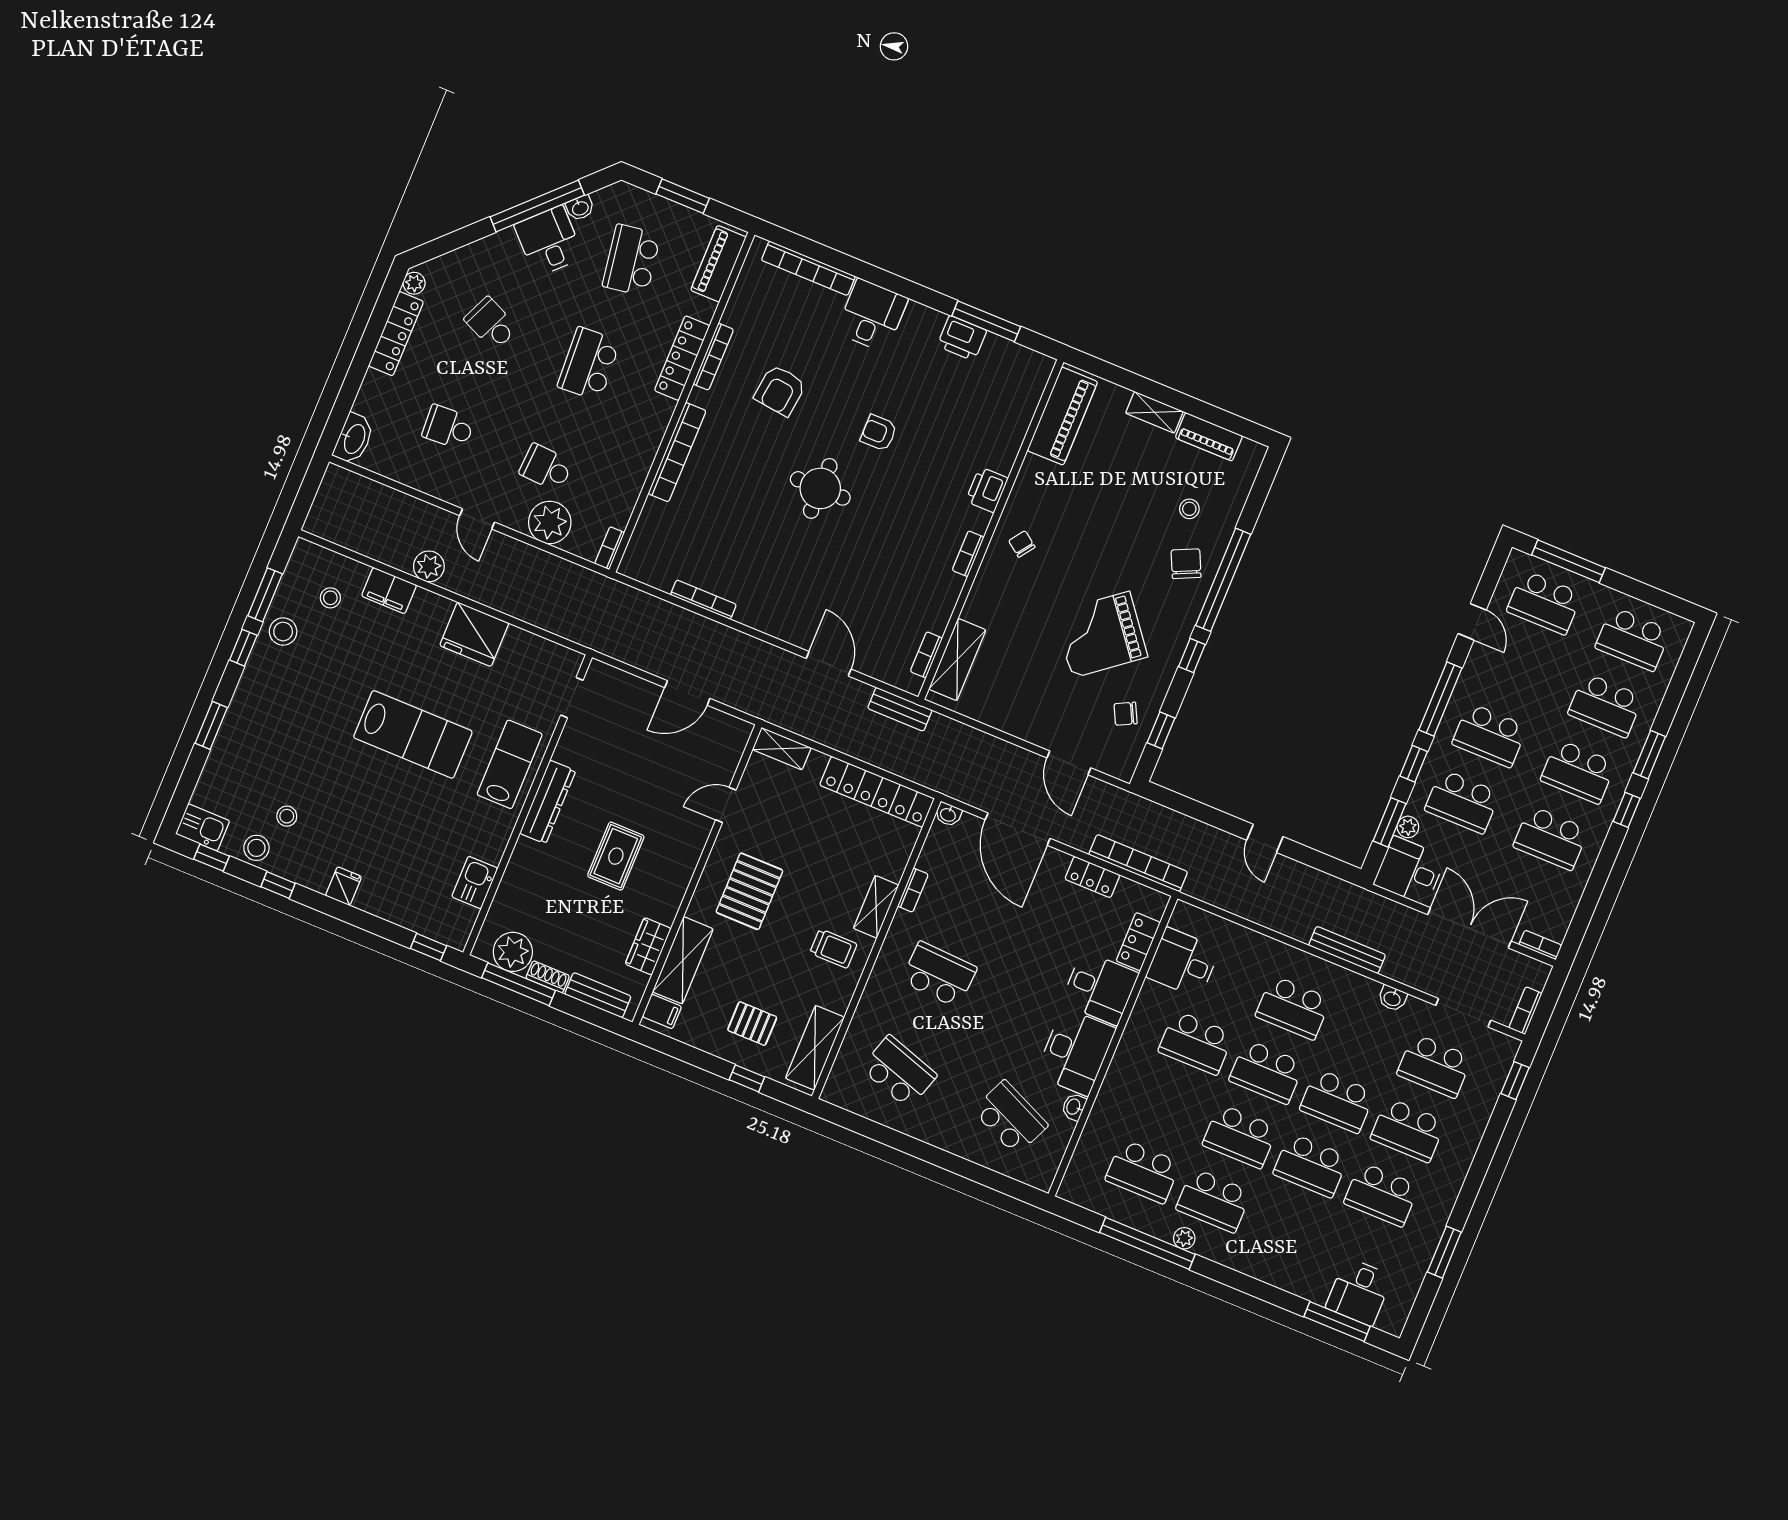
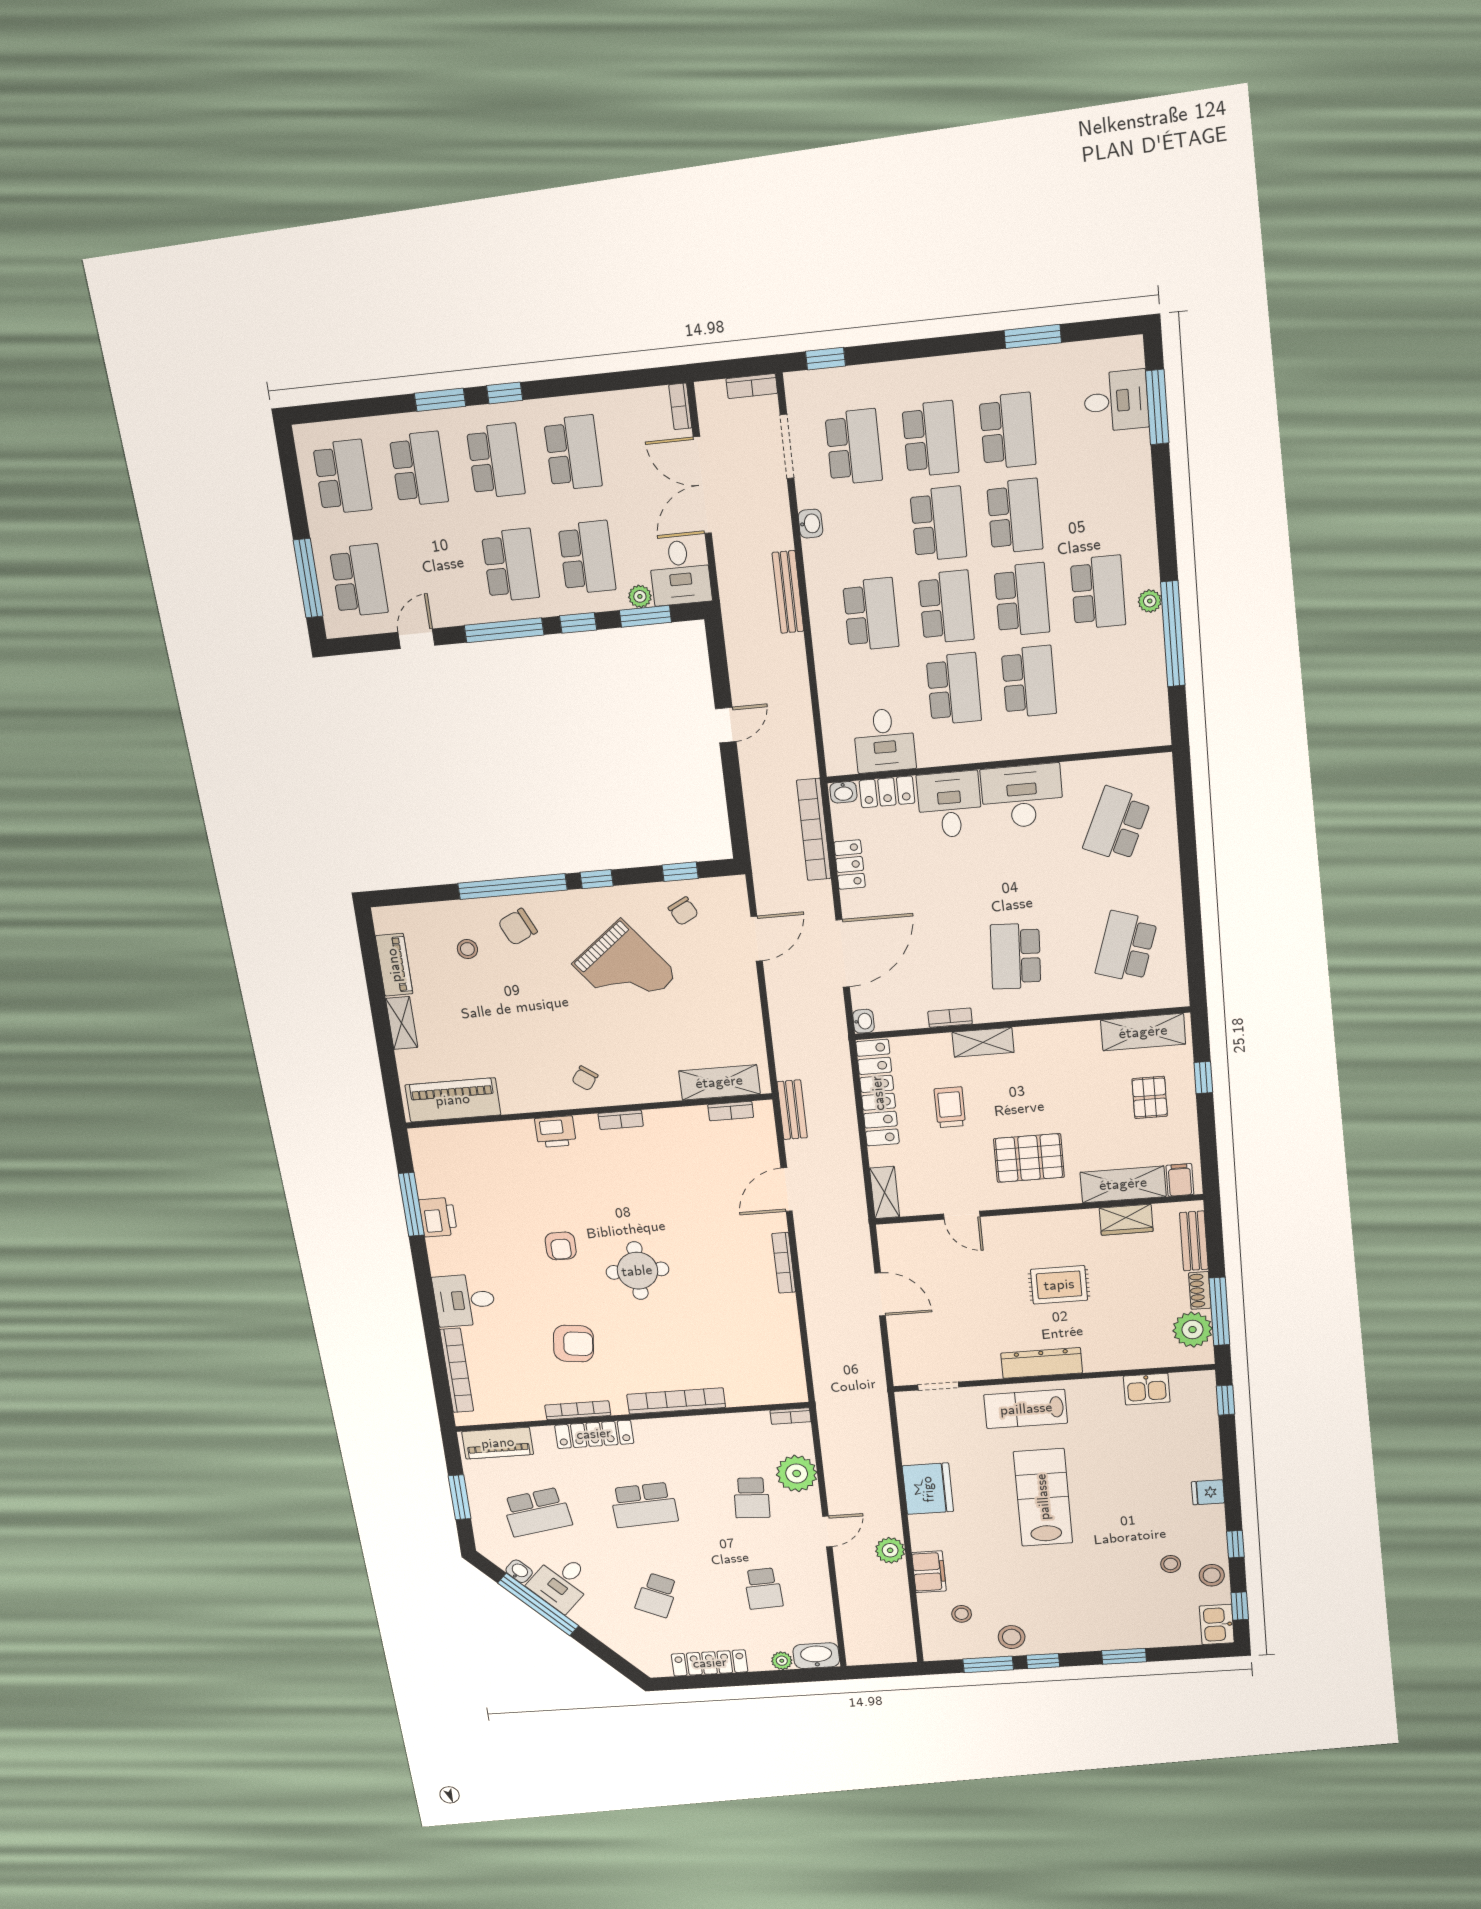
plant: (414, 283) -> (782, 1661), moved
bookcase: (703, 600) -> (784, 1263), moved
trolley: (833, 949) -> (950, 1107), moved
washbasin: (1074, 1107) -> (843, 792), moved
school desk: (1143, 1171) -> (1029, 682), moved

